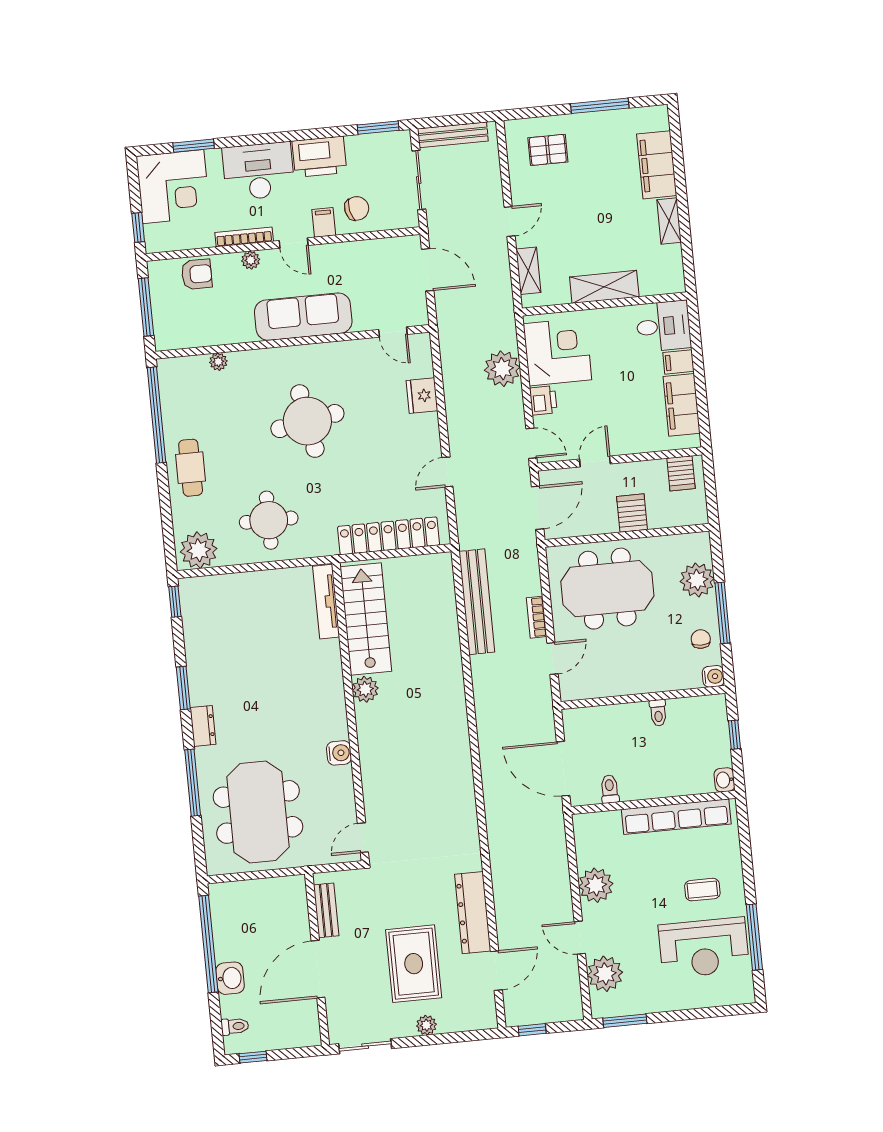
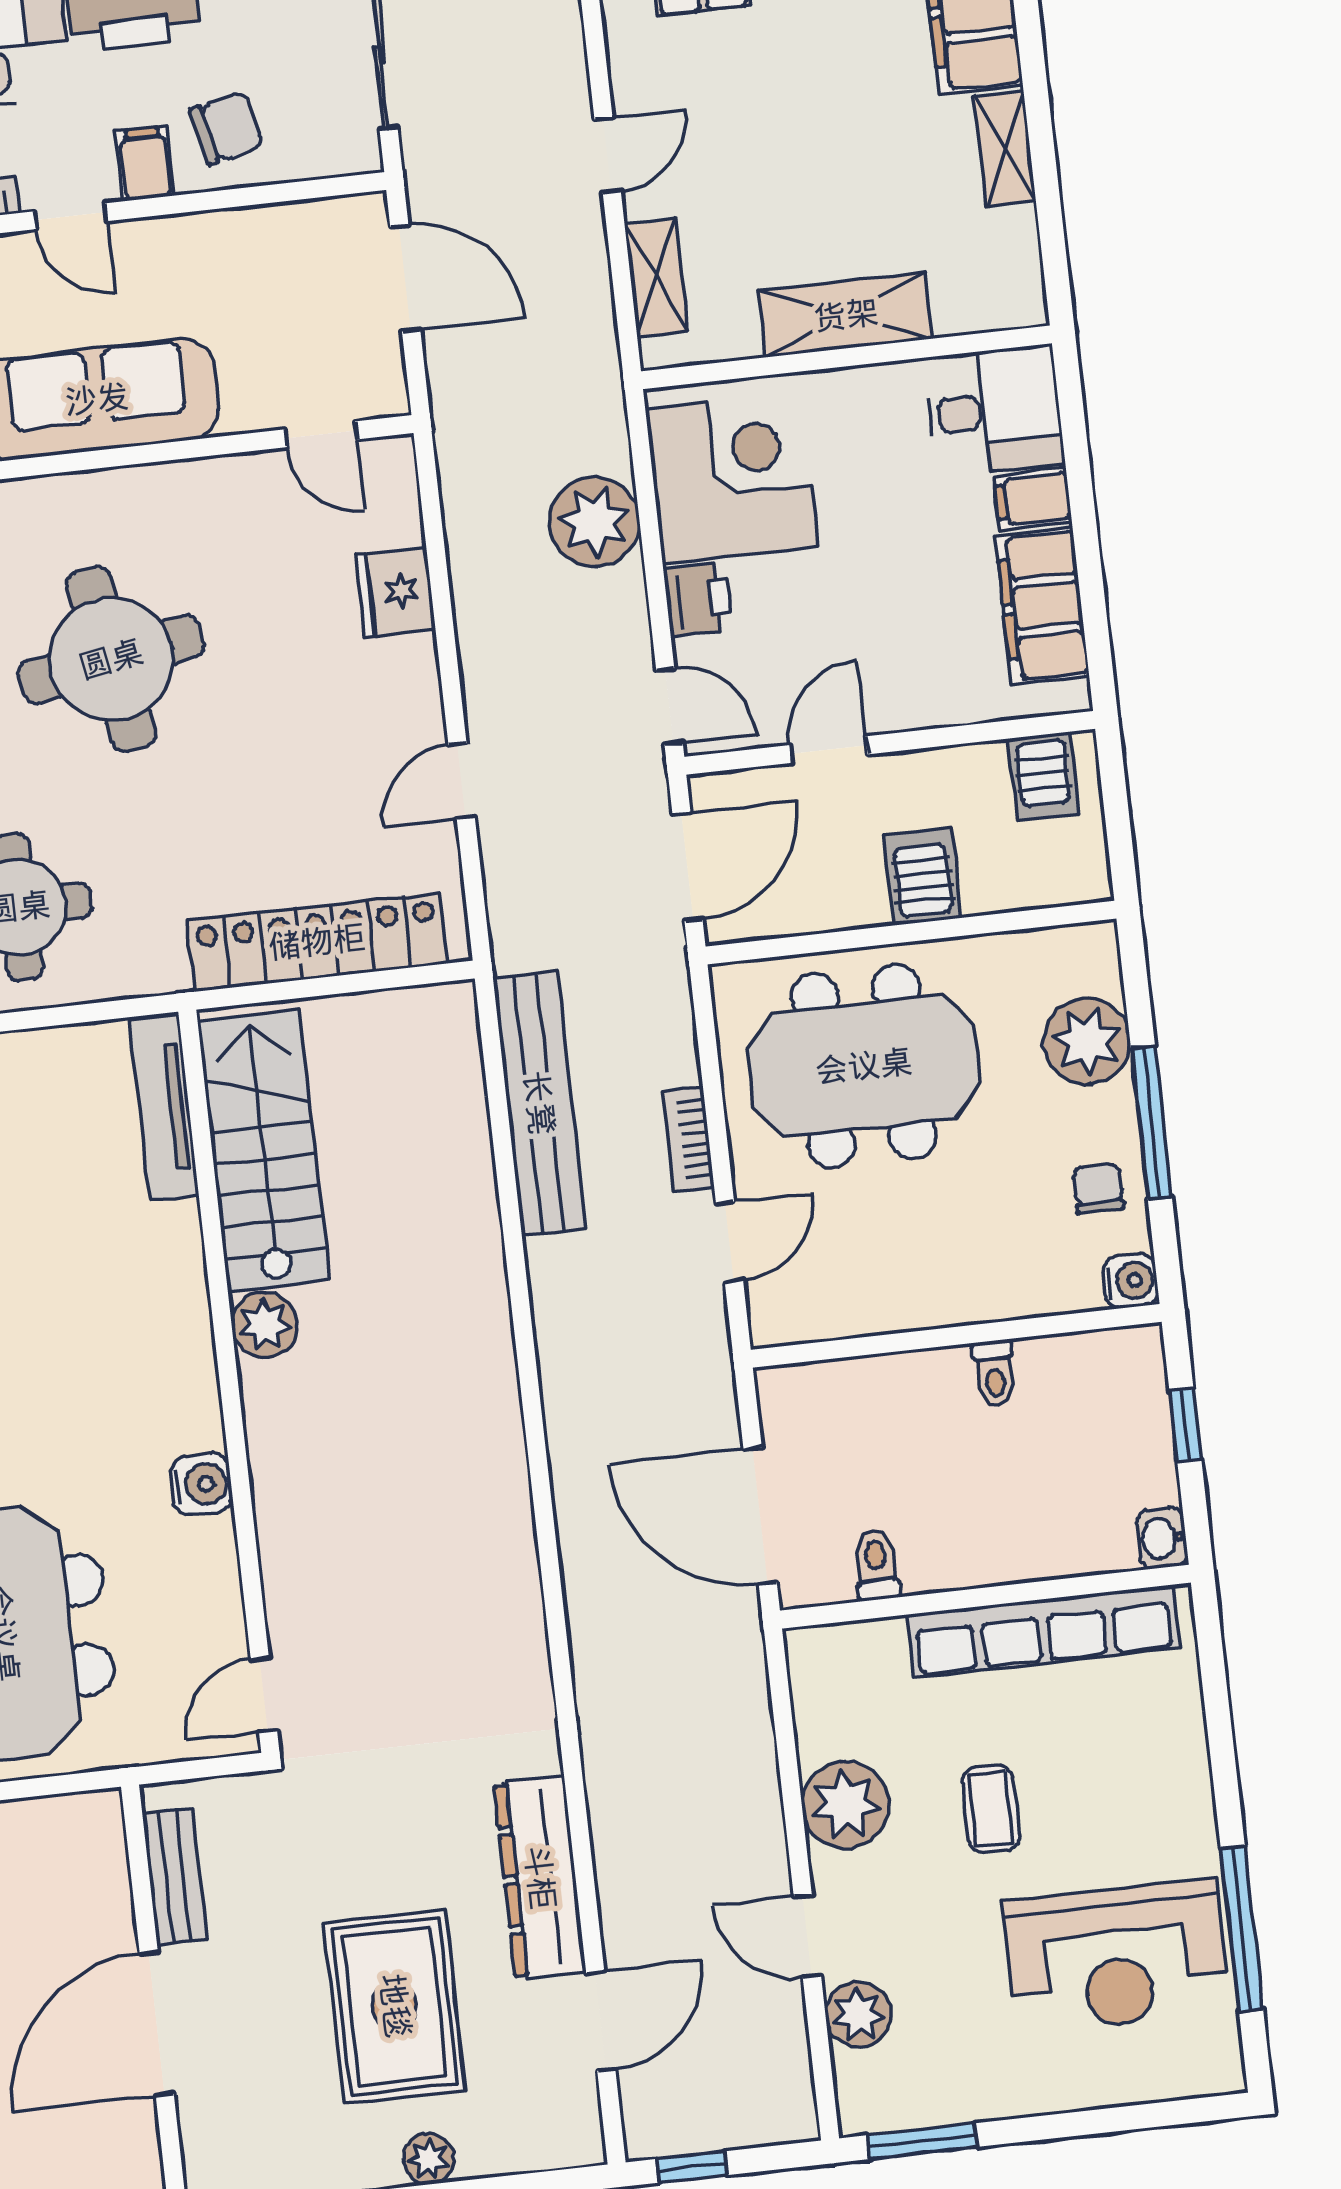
coffee table: (702, 890) -> (991, 1809), moved, turned 90
plant: (605, 974) -> (858, 2014), width x0.73, depth x0.73

